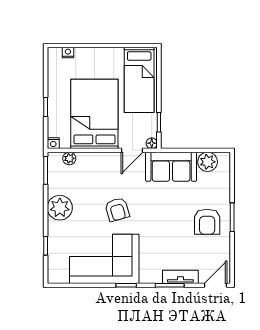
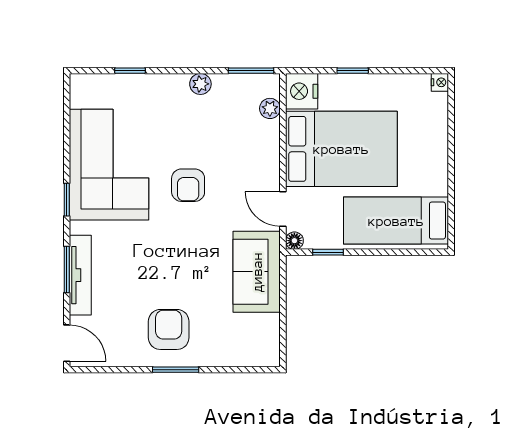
nightstand: (68, 52) -> (440, 82), moved
nightstand: (53, 143) -> (302, 91), width x1.89, depth x1.79
plant: (208, 162) -> (265, 330), removed
plant: (60, 208) -> (200, 84), width x0.53, depth x0.53
armchair: (117, 210) -> (188, 185), turned -74
armchair: (207, 222) -> (169, 329), turned 90
tv unit: (180, 277) -> (80, 275), width x1.41

